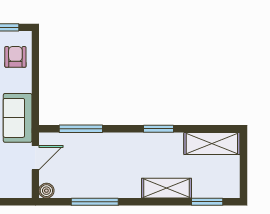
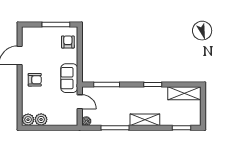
door: (35, 158) -> (80, 102), hinge flipped
shelving: (166, 188) -> (145, 120), moved

